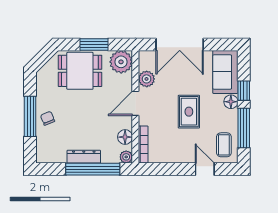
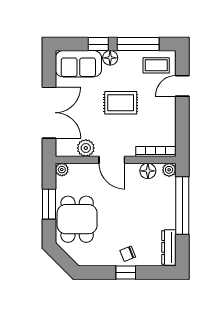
plant: (121, 62) -> (62, 170), width x0.53, depth x0.53
window: (30, 116) -> (126, 273), width x0.46
dresser: (84, 157) -> (169, 247), moved

